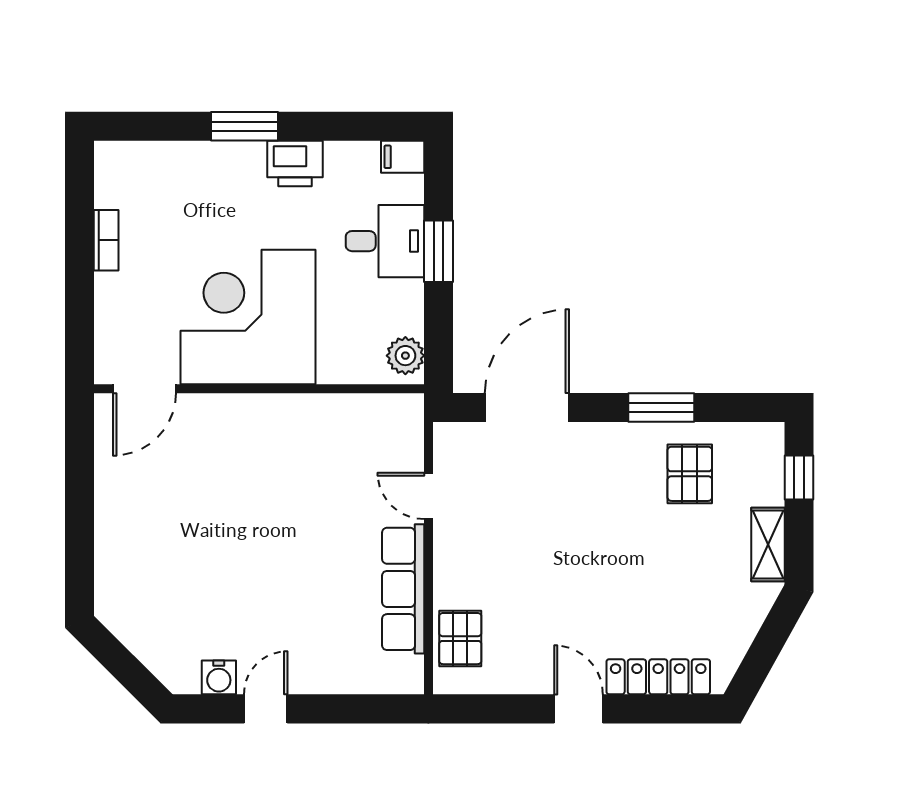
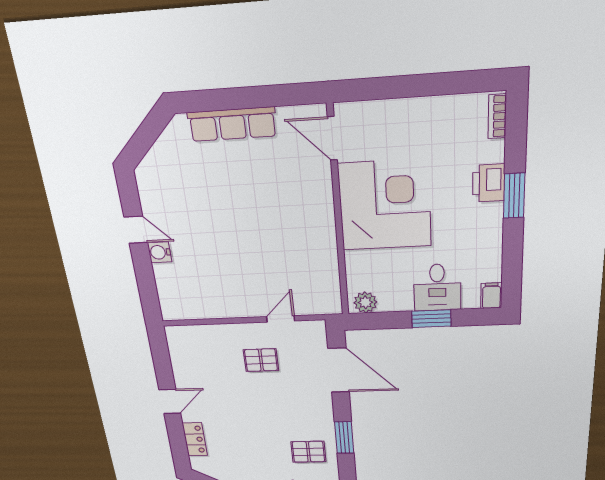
printer: (295, 164) -> (489, 183), moved
bookcase: (106, 240) -> (497, 116), moved, turned 90
row of seats: (403, 589) -> (232, 124), moved, turned 180
pallet: (460, 639) -> (261, 360), moved
water cooler: (219, 677) -> (160, 252), moved
locker: (658, 677) -> (195, 439), width x0.66

